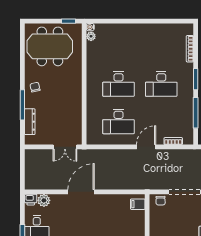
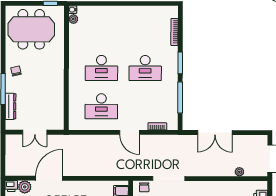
double door: (65, 147) -> (35, 132), moved
door: (146, 147) -> (130, 132), swing flipped
door: (81, 192) -> (49, 178), moved

